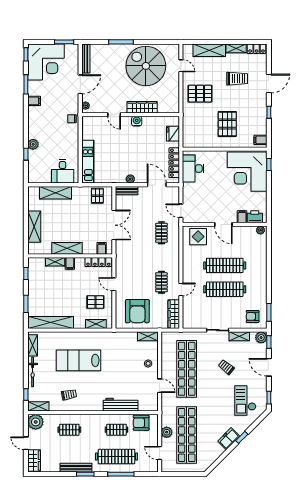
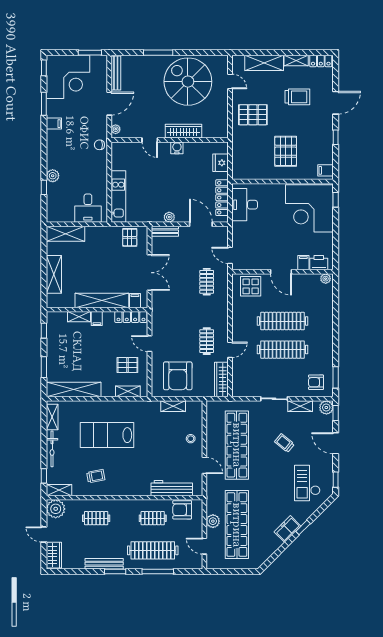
shelving: (55, 193) -> (65, 234), moved
shelving: (67, 248) -> (102, 301), width x1.47
shelving: (148, 336) -> (173, 406), moved
workbench: (121, 405) -> (172, 488), moved

